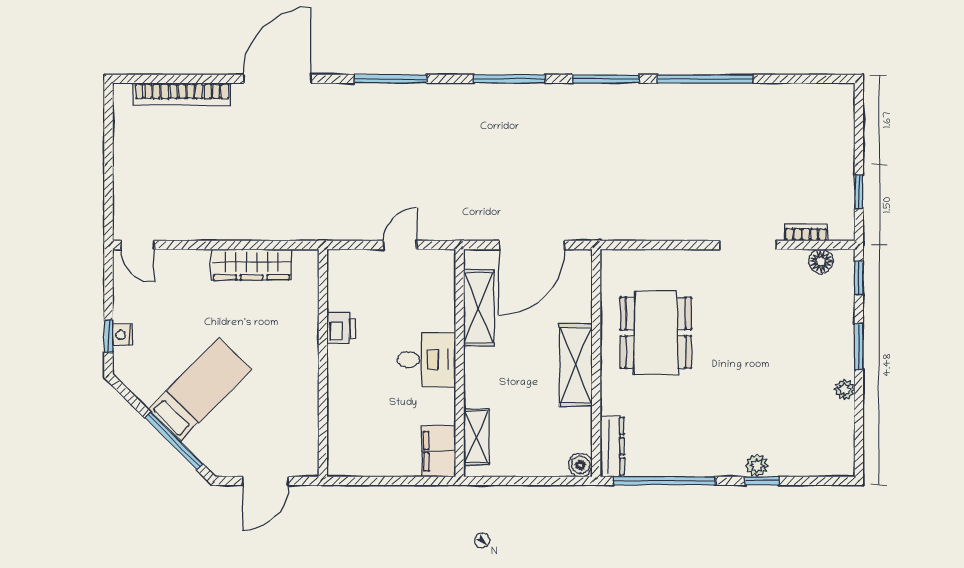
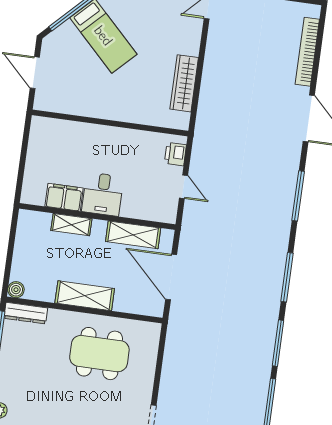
printer: (341, 328) -> (175, 154), moved, turned 90
shelving: (476, 437) -> (71, 225), moved
filing cabinet: (438, 451) -> (64, 197), moved

